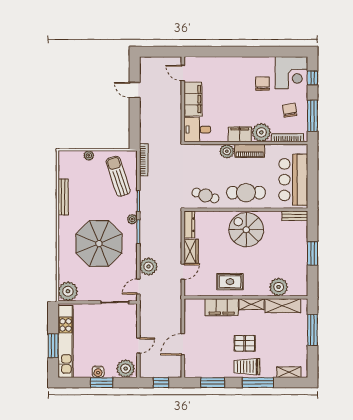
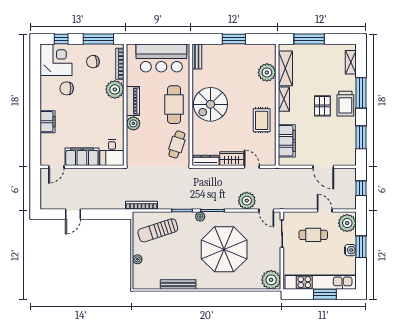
filing cabinet: (240, 134) -> (48, 122), moved, turned 180
filing cabinet: (222, 307) -> (287, 141), moved
cafe table: (114, 334) -> (313, 235), added

